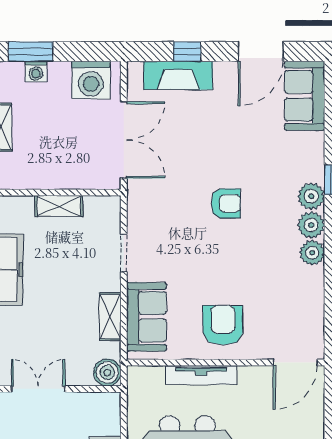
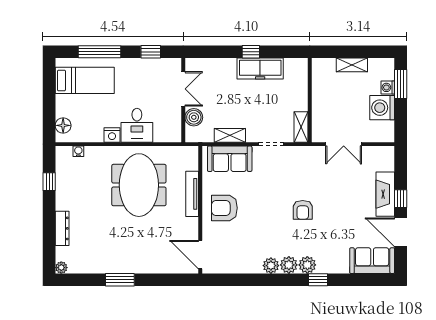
window: (187, 52) -> (401, 199), moved
fireplace: (178, 75) -> (385, 194), moved
washing machine: (91, 80) -> (382, 108), moved
double door: (124, 140) -> (344, 144), width x0.73
shelving: (59, 206) -> (301, 127), moved
armchair: (223, 325) -> (224, 208), turned 180
boiler: (107, 372) -> (194, 117), moved

